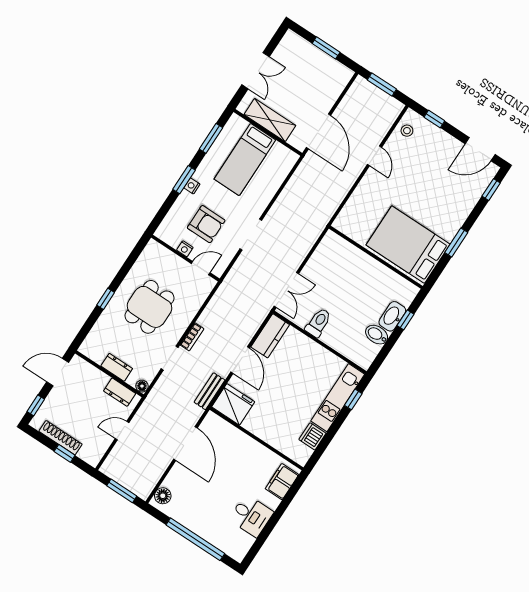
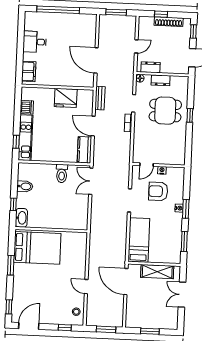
bed: (245, 160) -> (139, 240), moved
dining table: (149, 307) -> (165, 111), moved, turned 90
washbasin: (392, 316) -> (21, 218), moved
fridge: (233, 404) -> (66, 98), moved
floor lamp: (163, 496) -> (91, 23), removed

